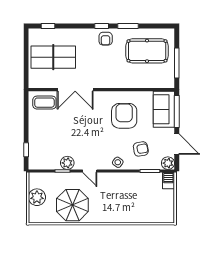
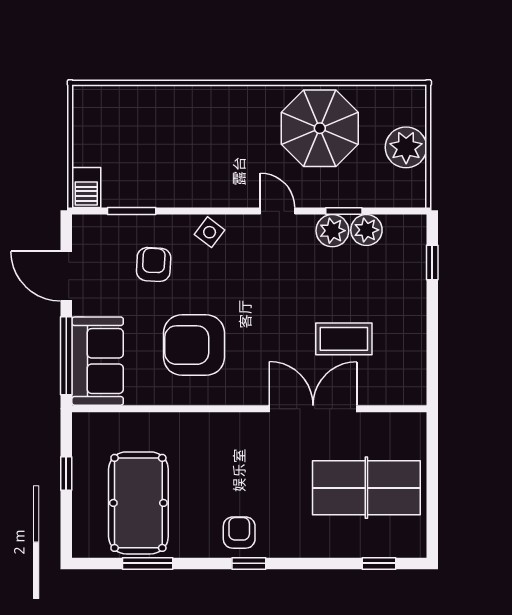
window: (128, 26) -> (148, 563), moved
pool table: (147, 51) -> (138, 503), turned 90
window: (177, 63) -> (66, 473), width x0.46
coffee table: (44, 103) -> (344, 339), moved
armchair: (124, 116) -> (194, 345), turned 90
armchair: (141, 149) -> (154, 264), turned 103
plant: (168, 163) -> (366, 230), moved

